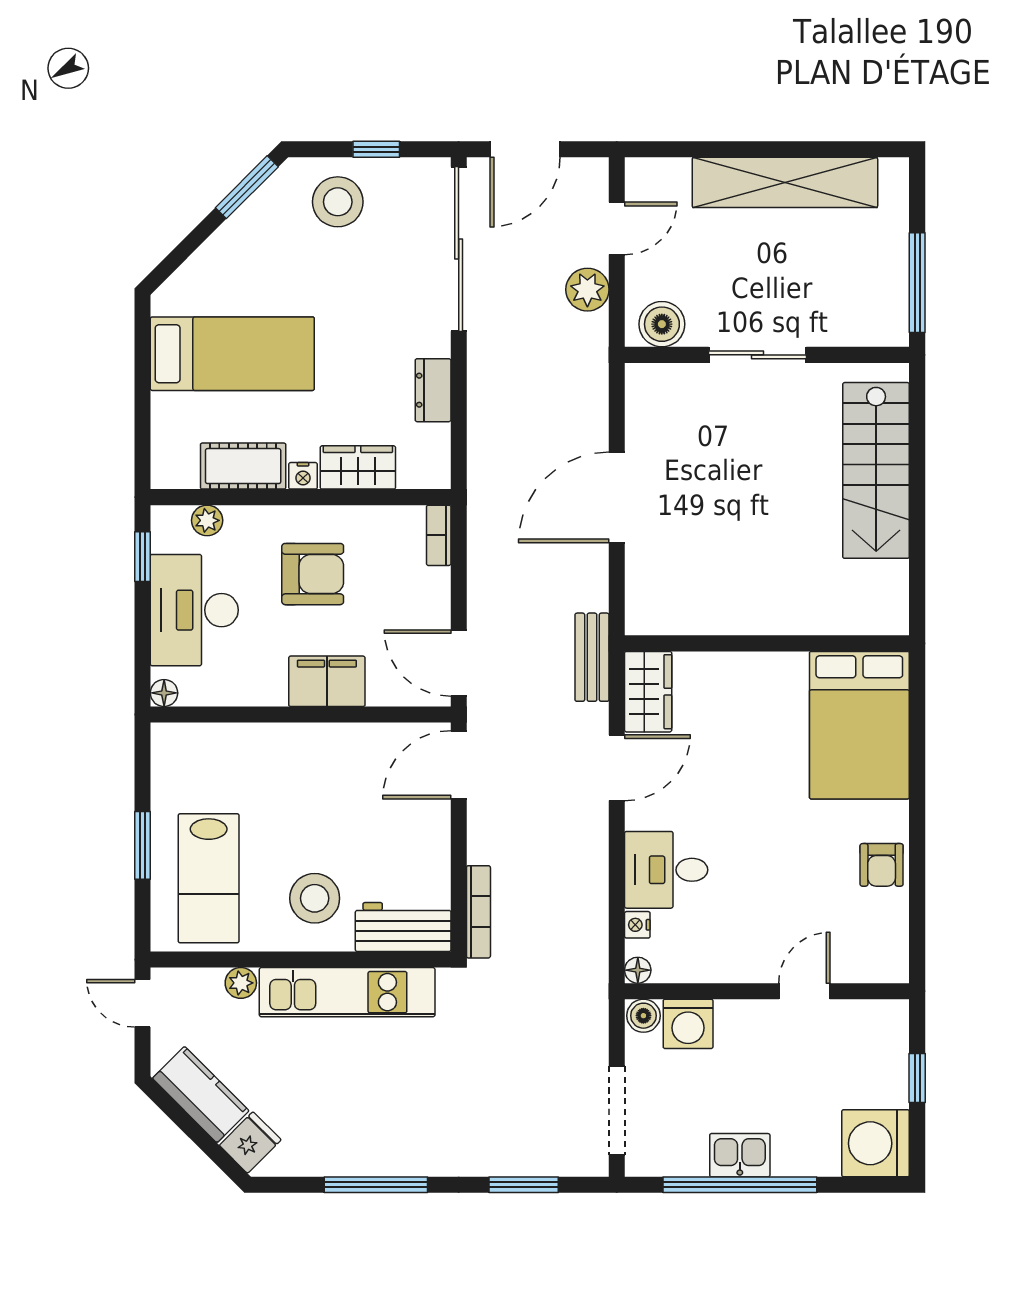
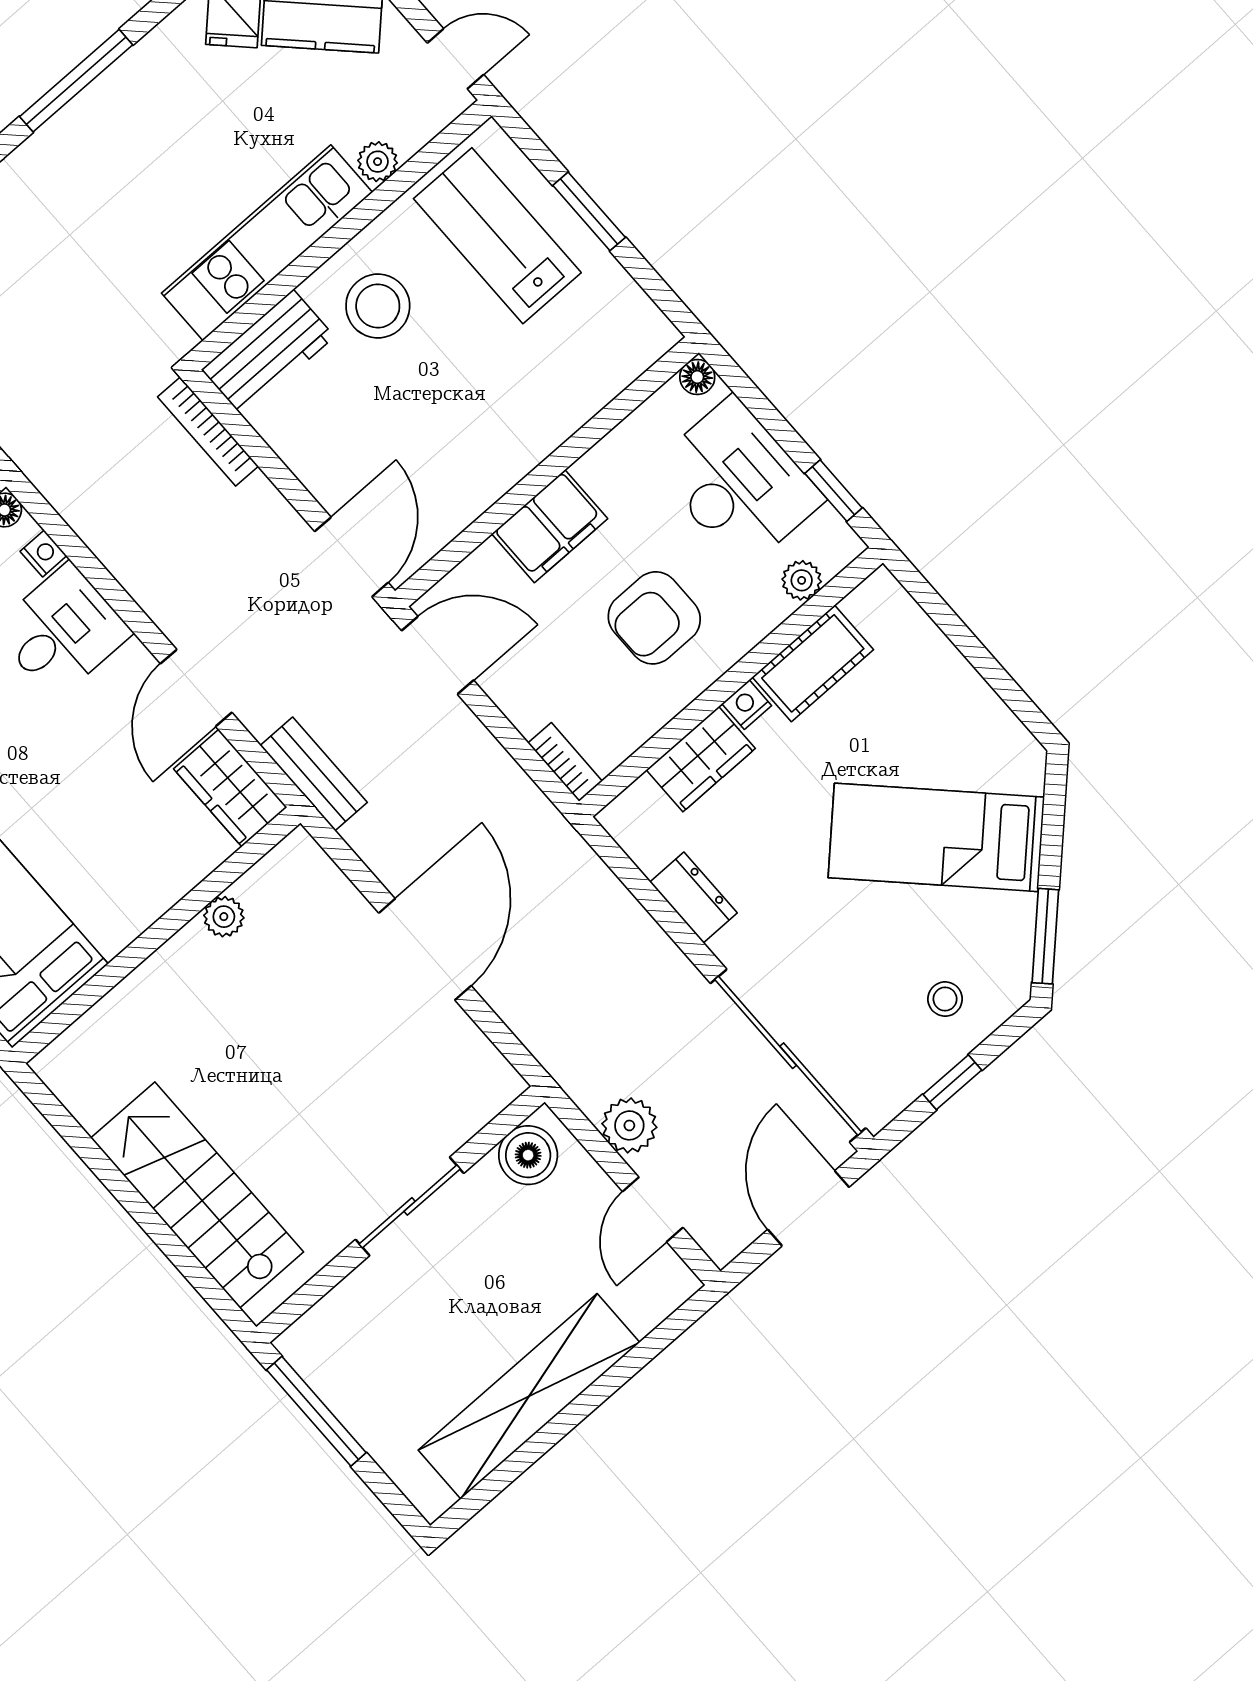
stool: (338, 202) -> (945, 999), width x0.53, depth x0.53
bed: (232, 354) -> (936, 837), moved, turned 45
plant: (718, 620) -> (224, 917), added

